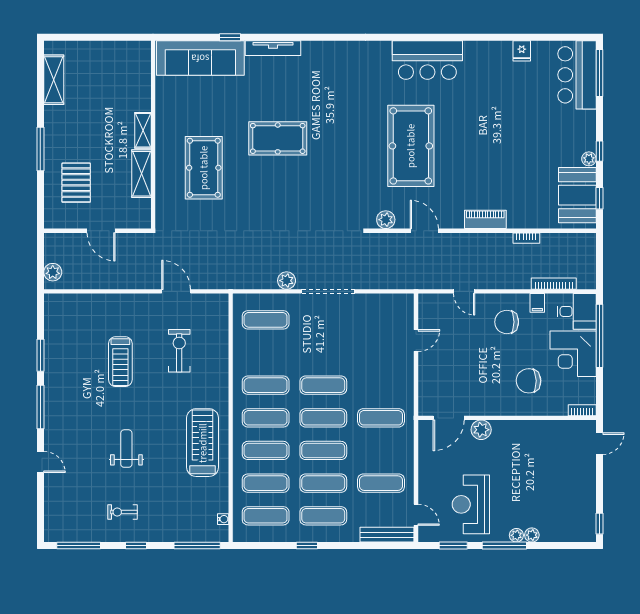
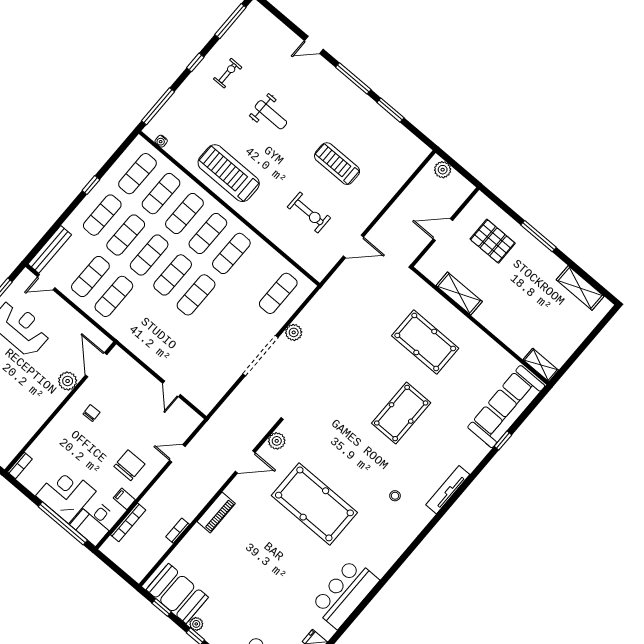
tv unit: (273, 48) -> (448, 490), moved
bar counter: (427, 60) -> (345, 593), moved
stool: (349, 87) -> (395, 496), added
shelving: (143, 130) -> (541, 365), moved
chair: (529, 381) -> (91, 413), moved, width x0.54, depth x0.54
exercise mat: (381, 418) -> (114, 296), moved
treadmill: (203, 443) -> (229, 173), turned 180

